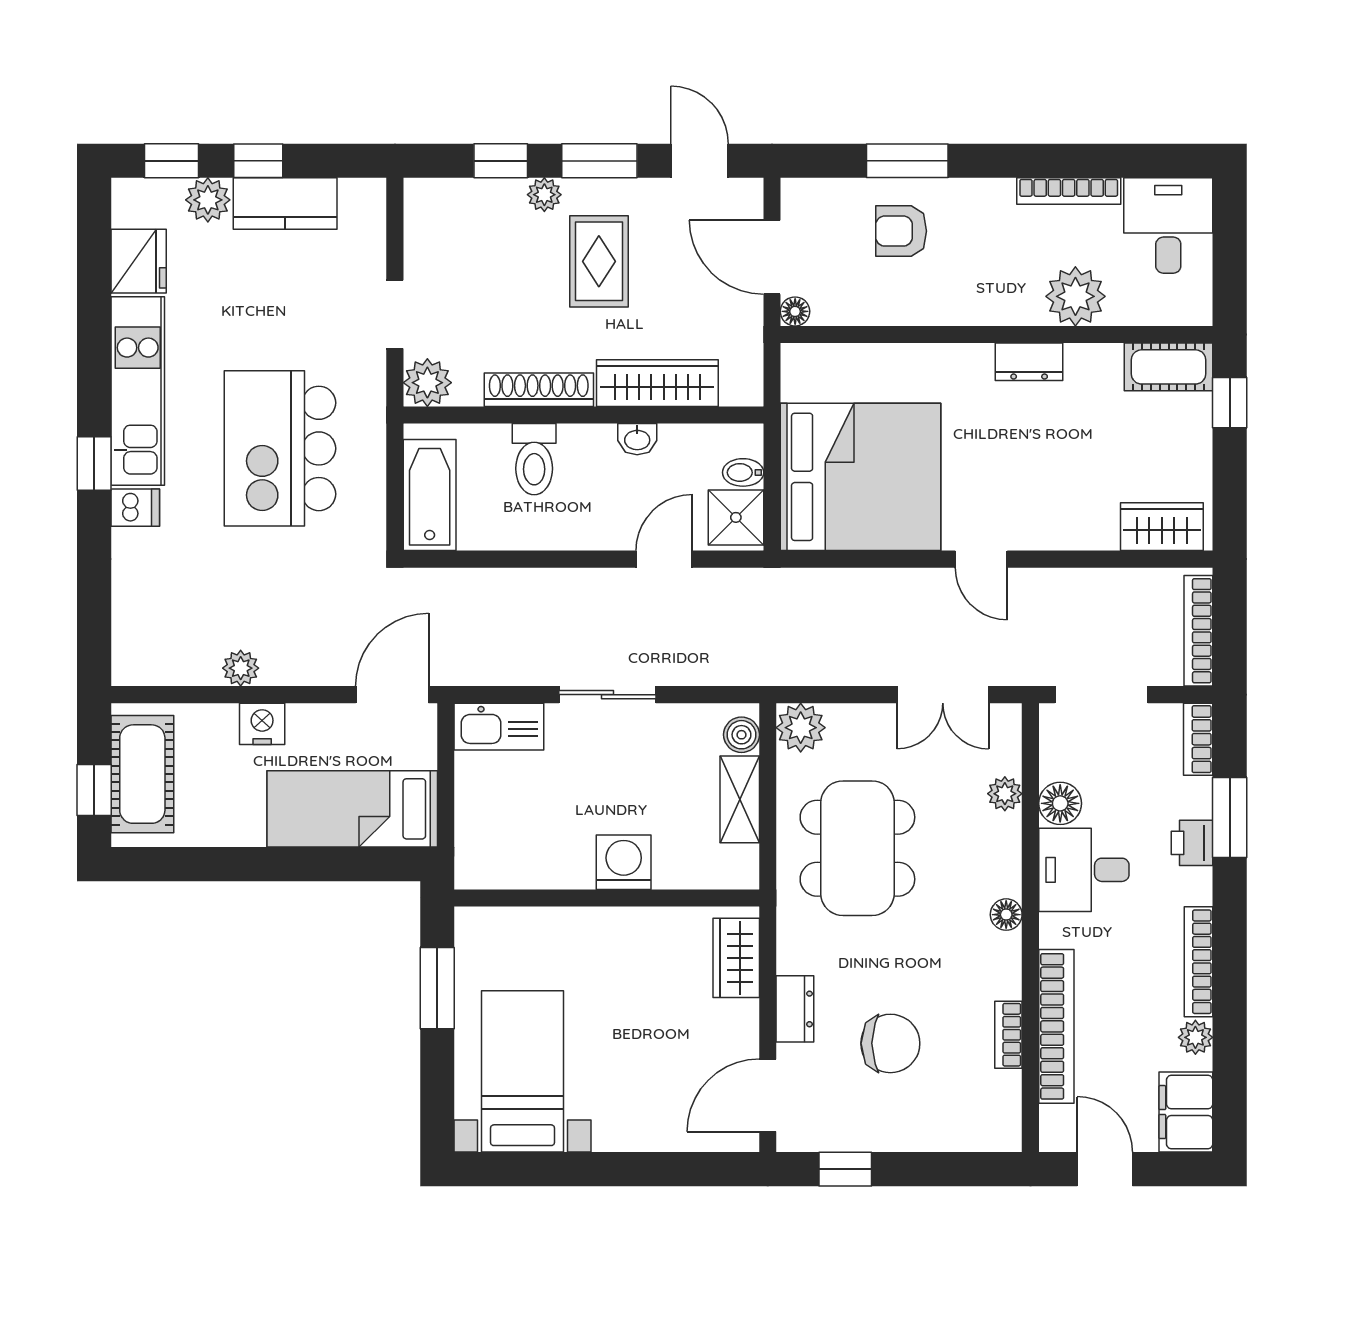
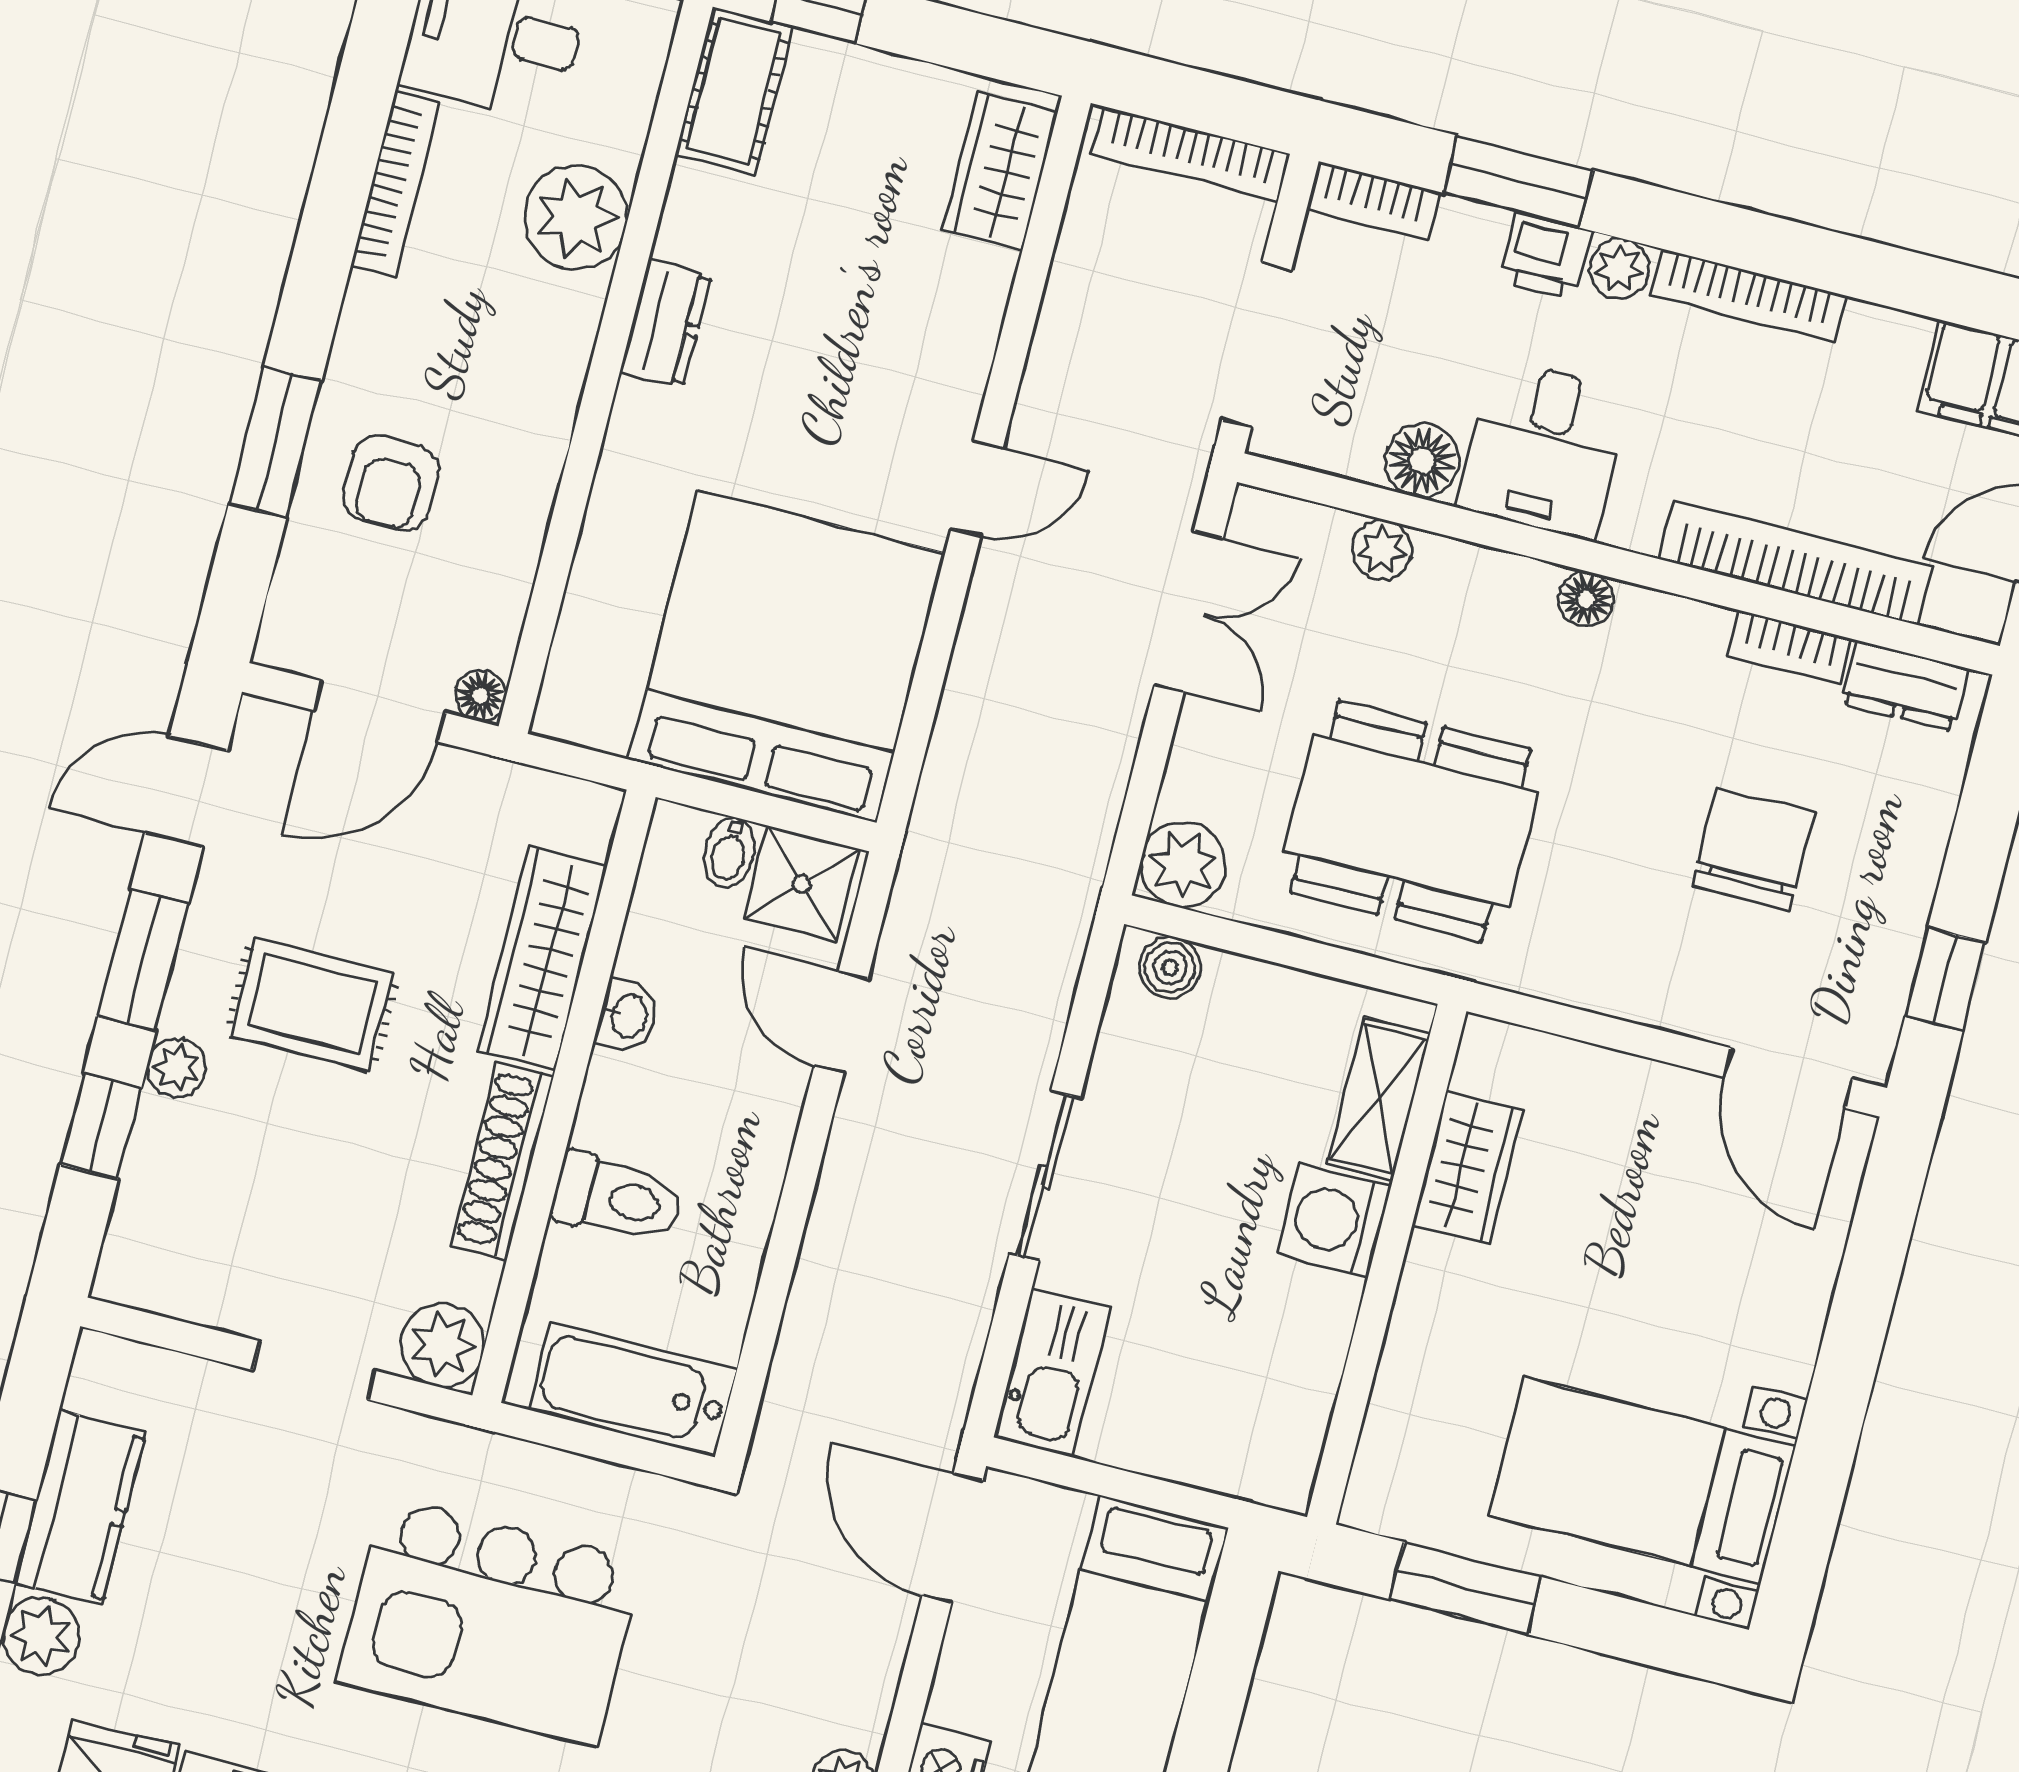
shelving: (740, 799) -> (1379, 1099), moved, turned 90
wardrobe: (736, 958) -> (1468, 1168), moved, turned -90
dresser: (795, 1009) -> (1905, 686), moved, turned 180
plant: (1195, 1037) -> (1619, 268), moved

